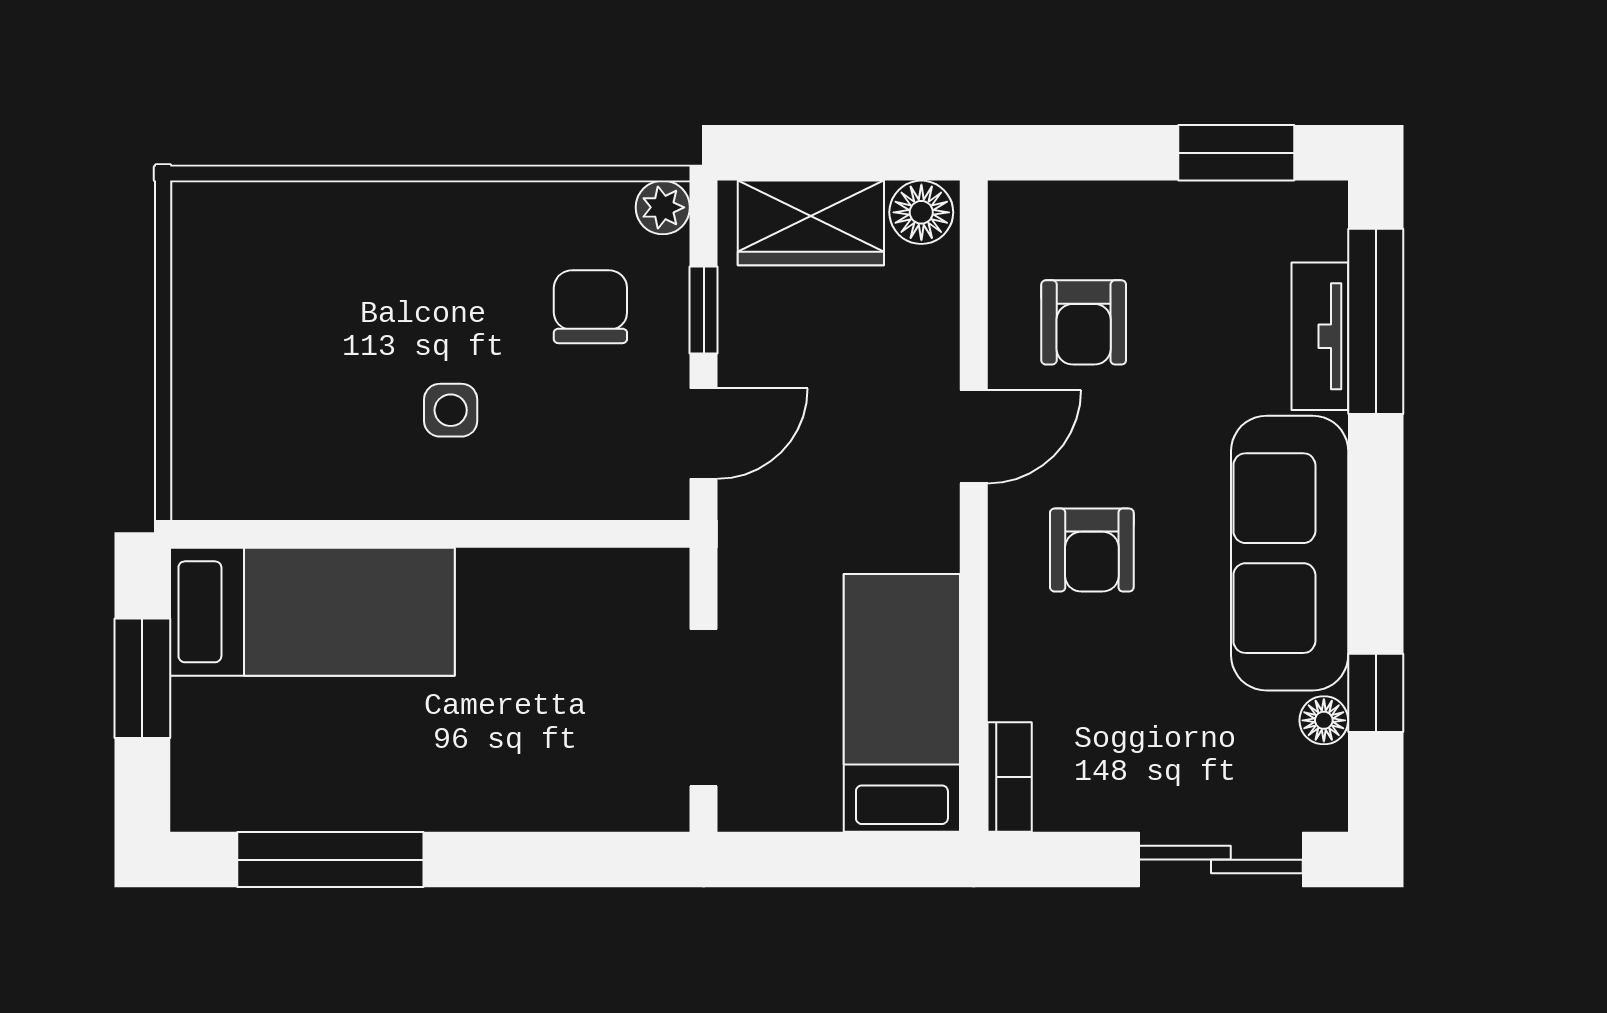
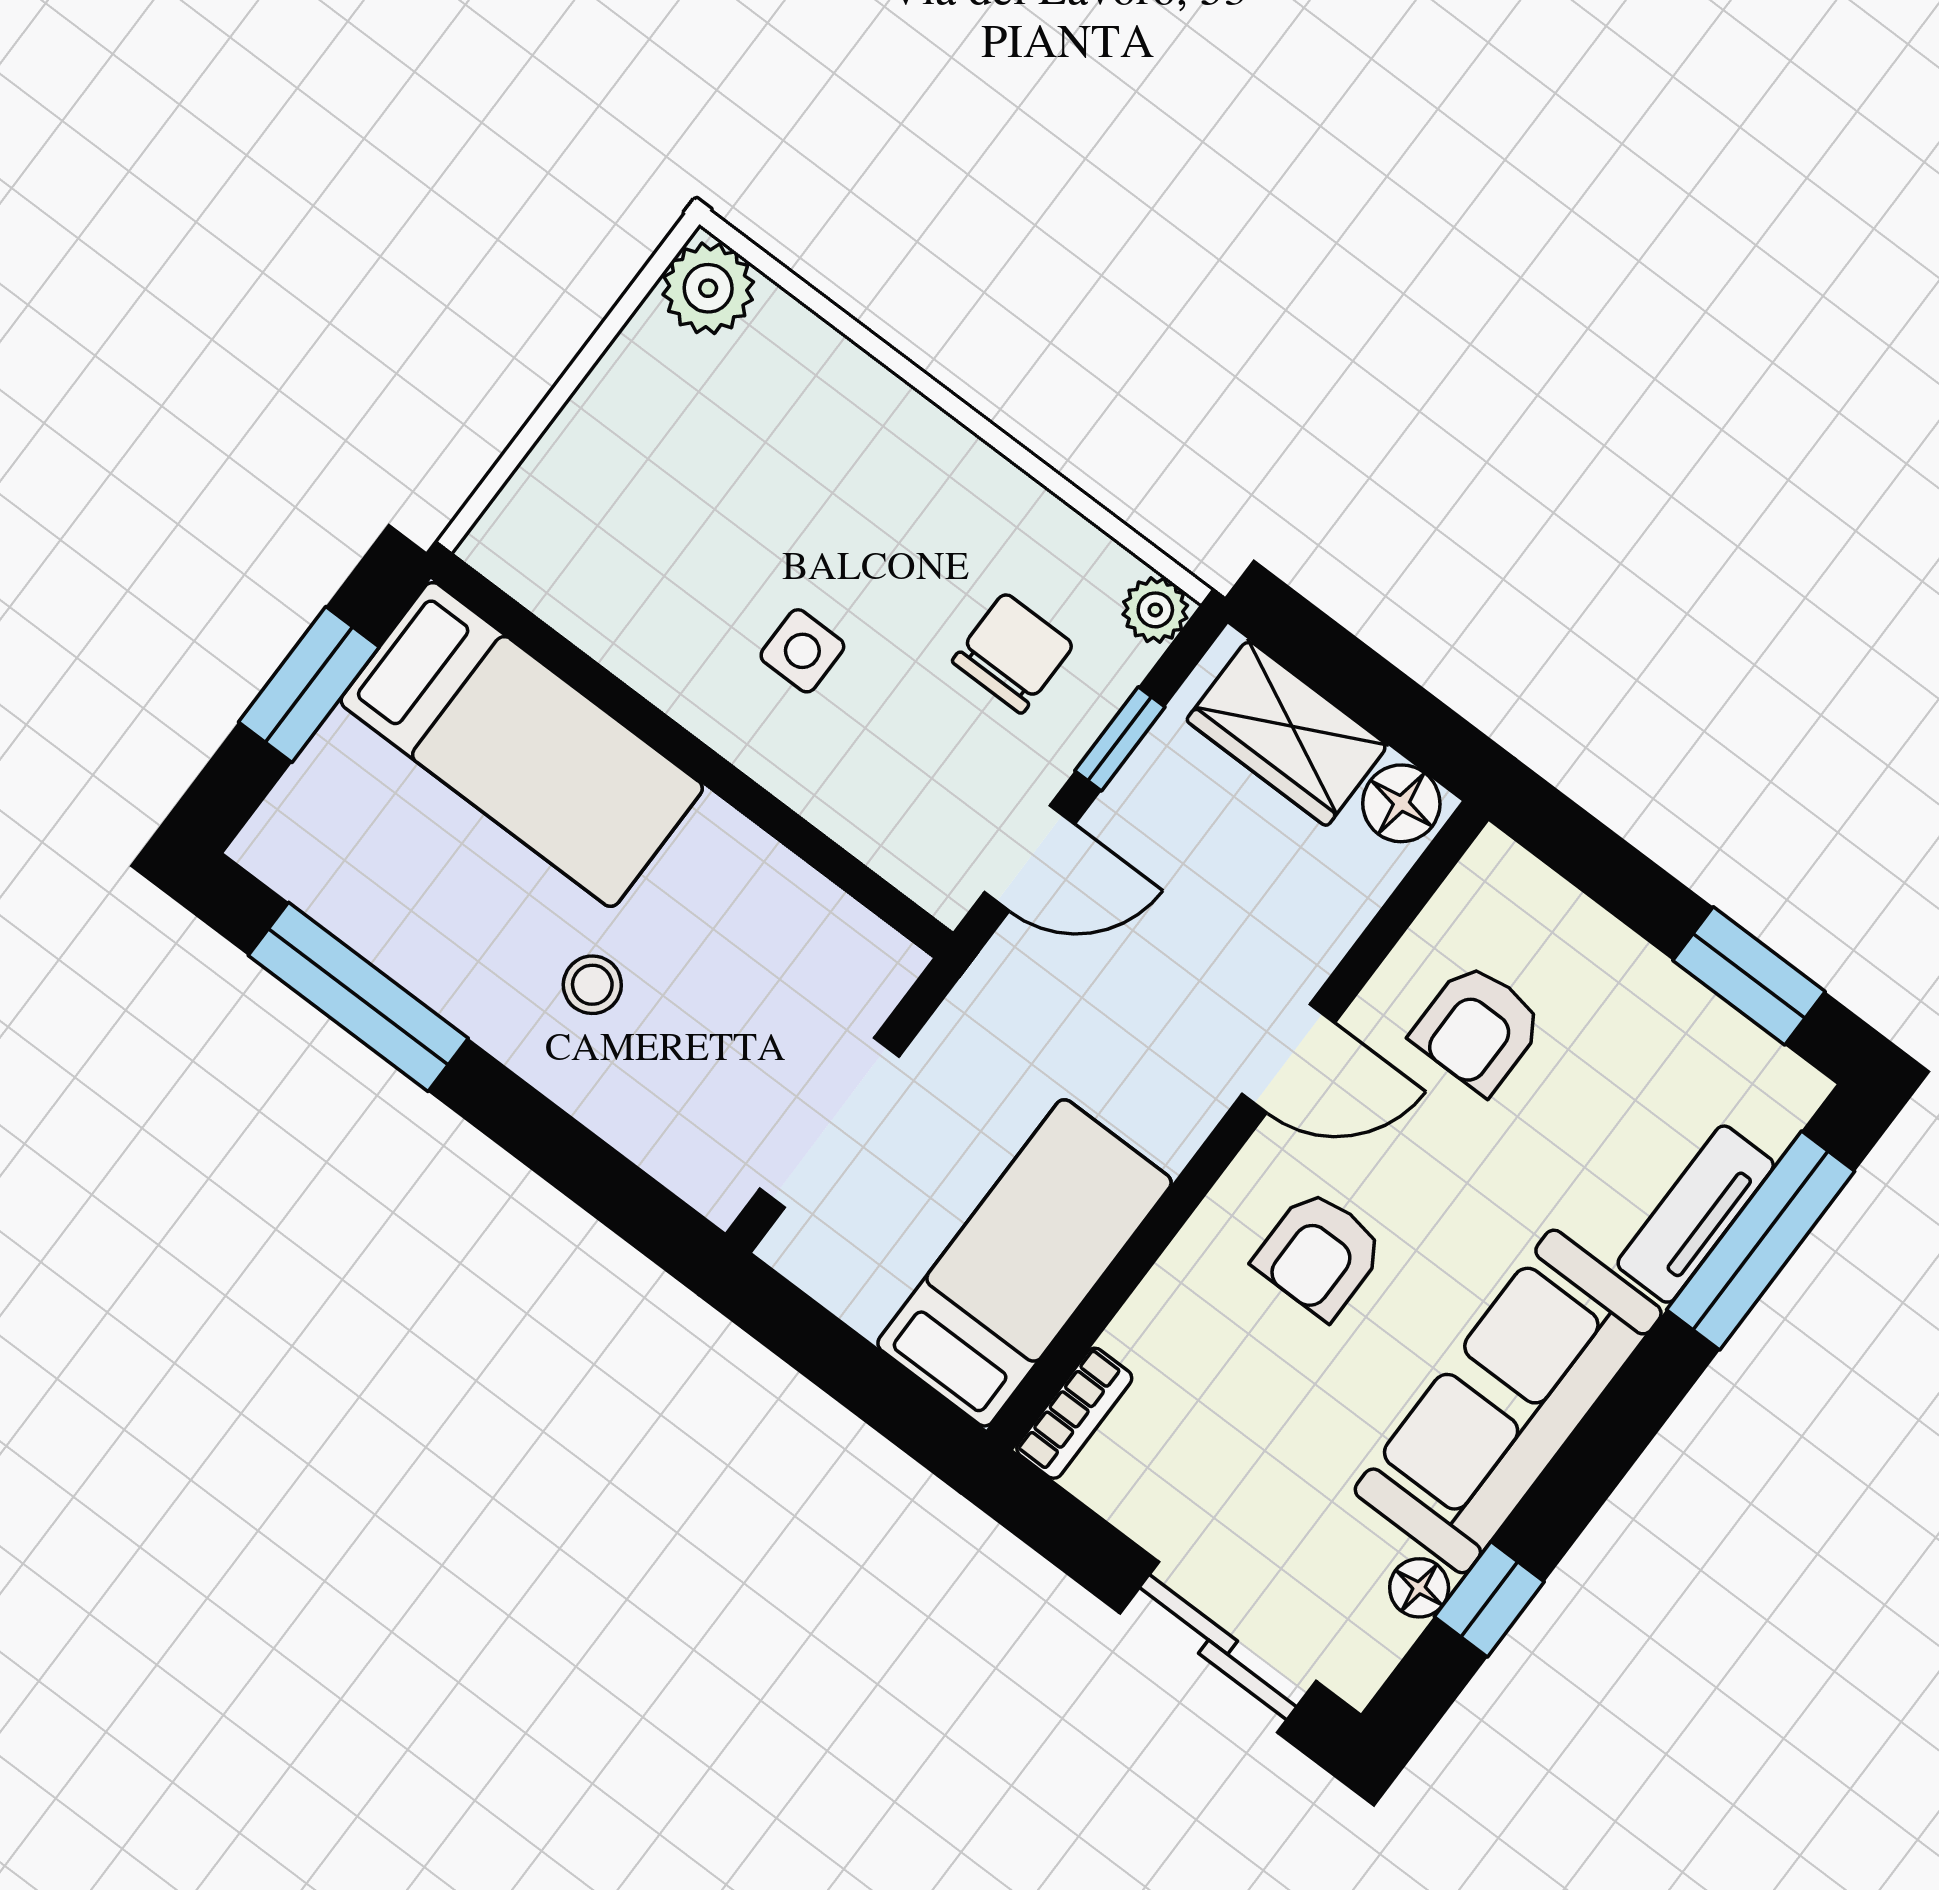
plant: (208, 218) -> (708, 288), added
stool: (479, 735) -> (592, 985), added

